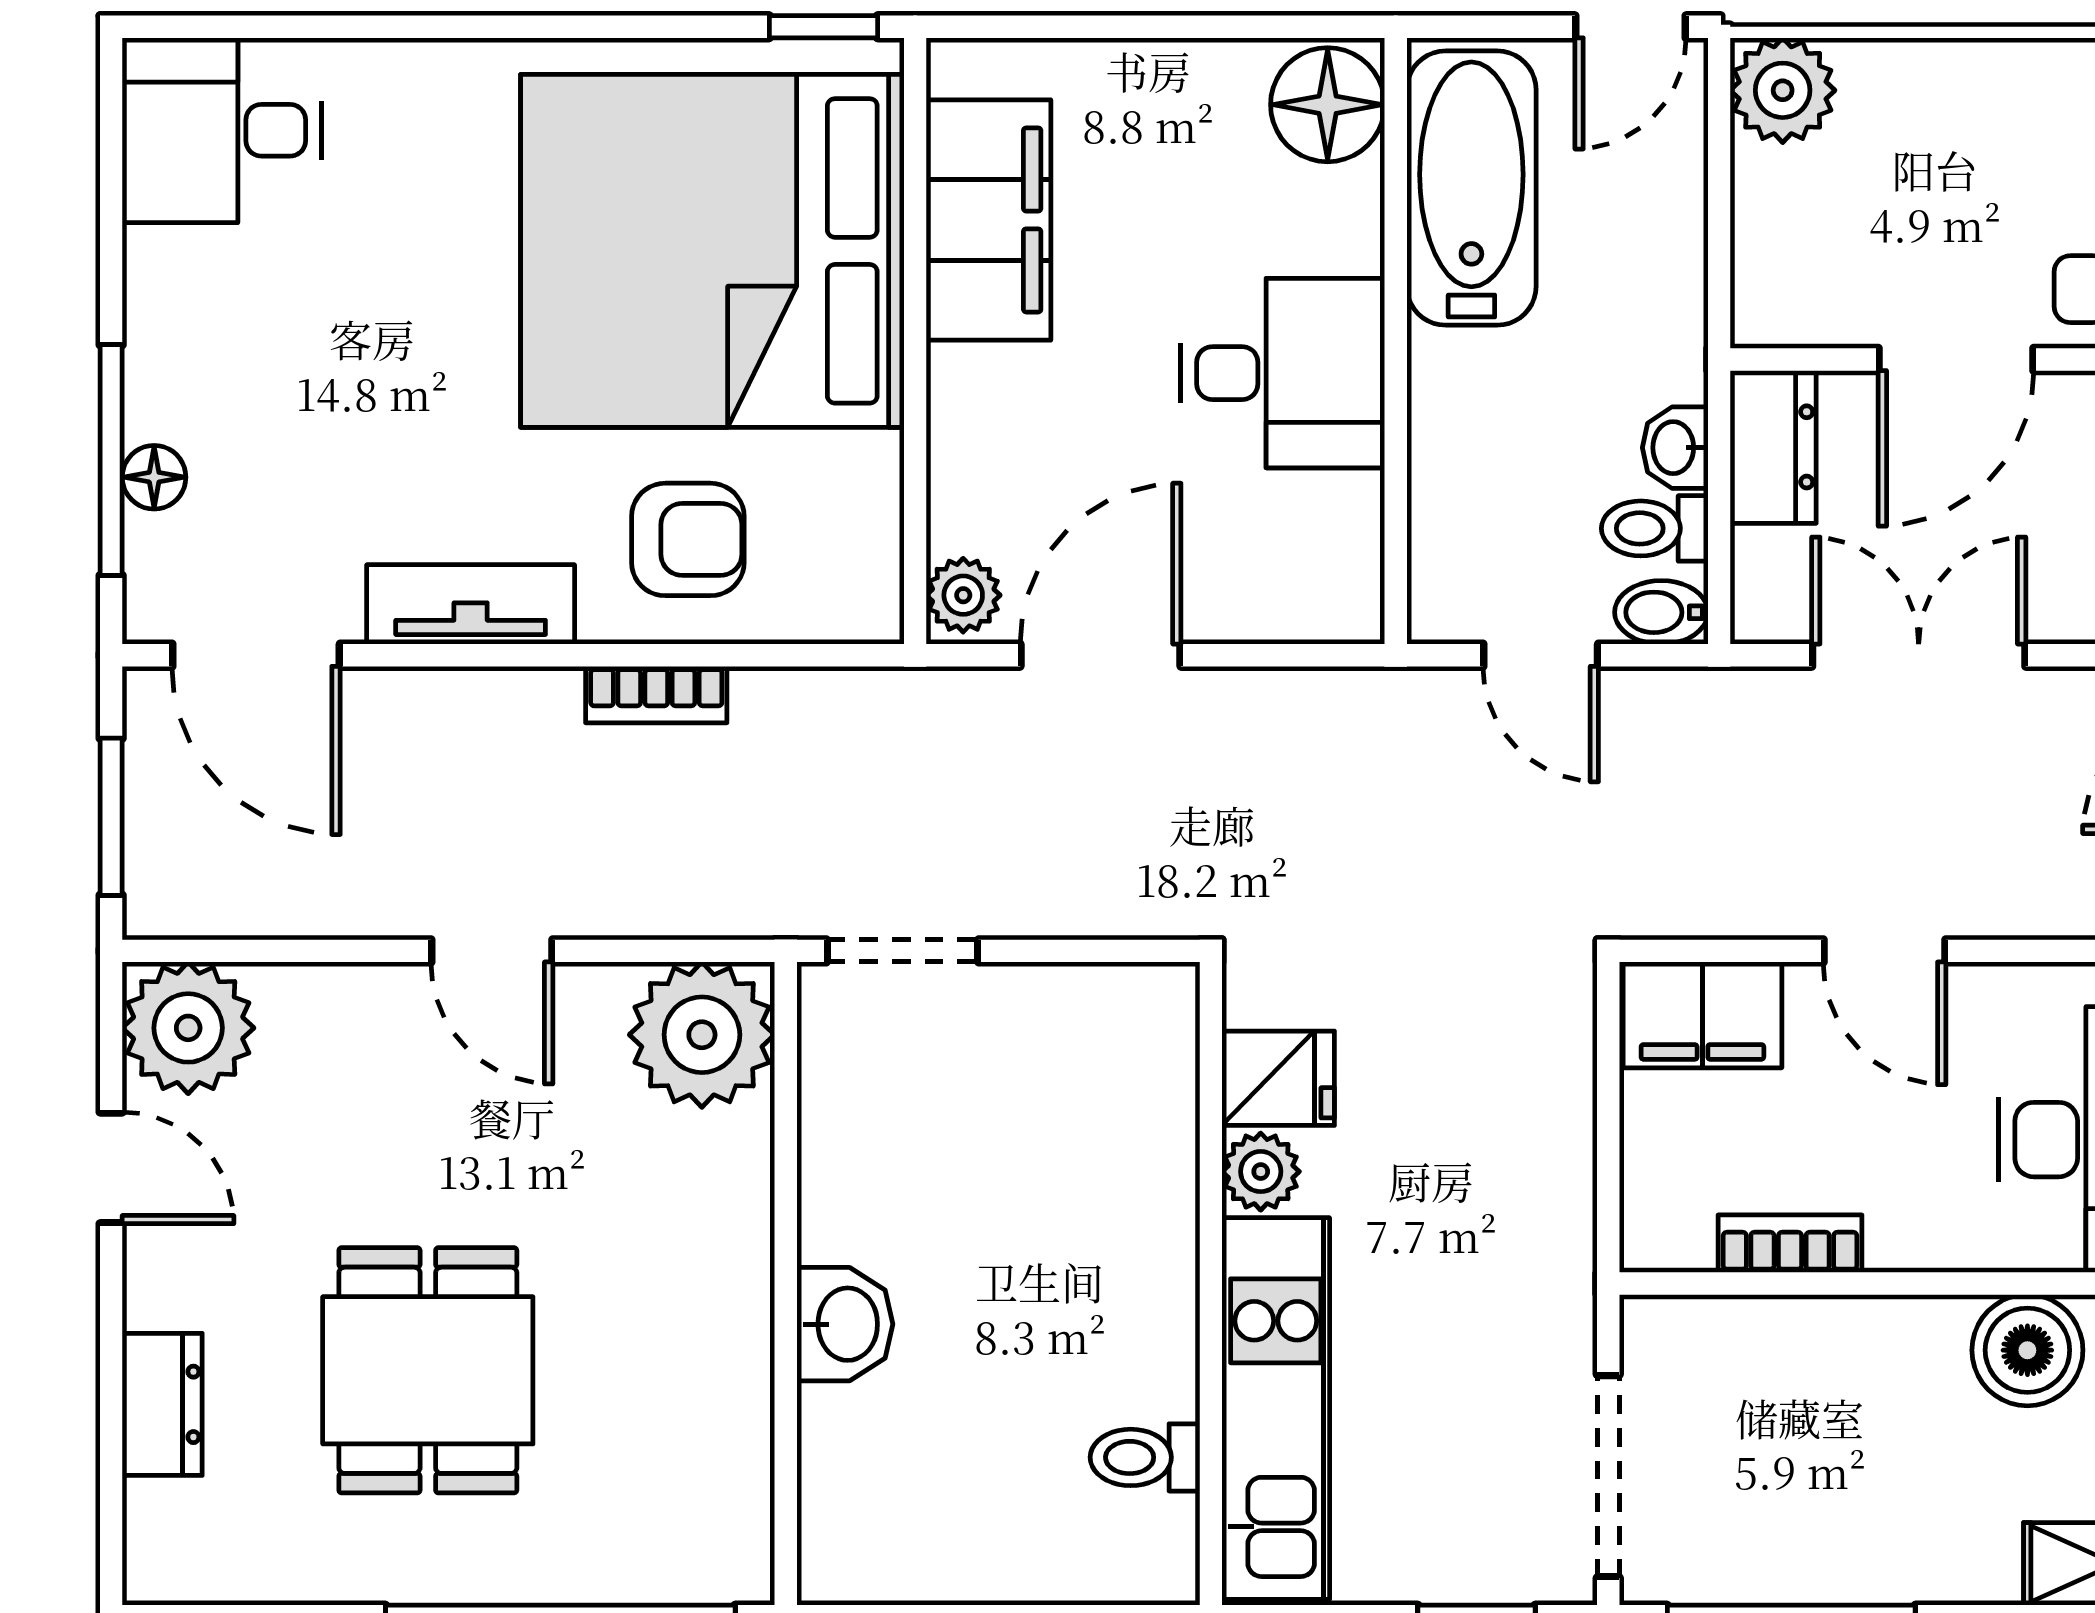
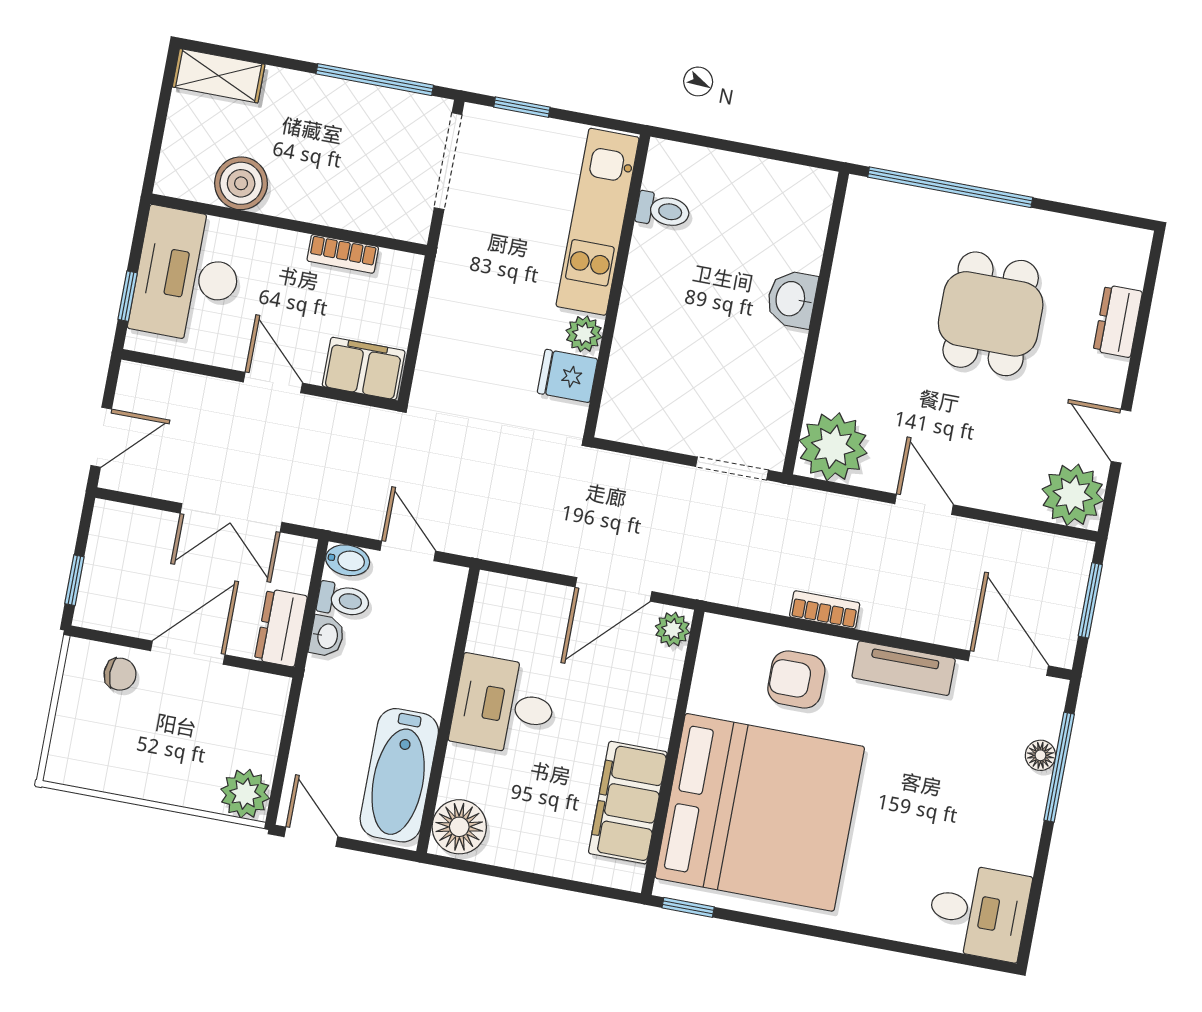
door: (1630, 27) -> (311, 837), hinge flipped

